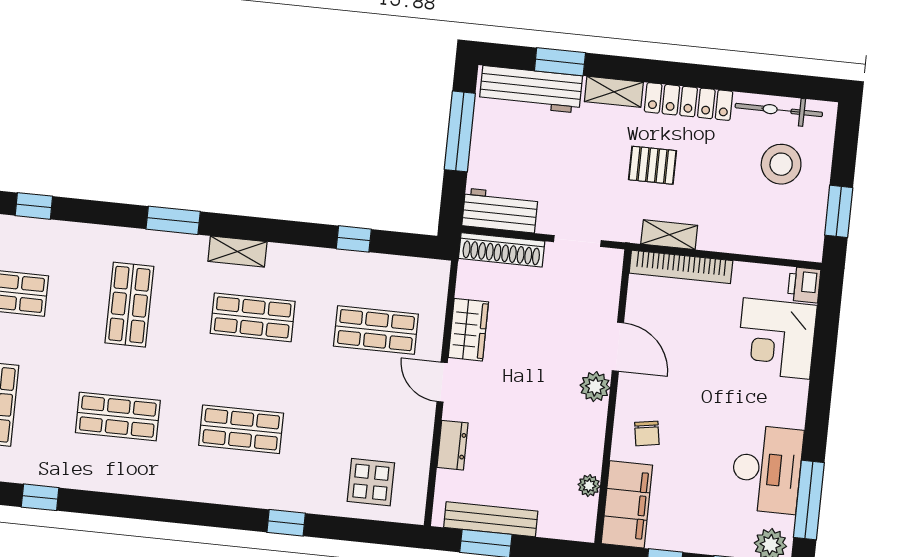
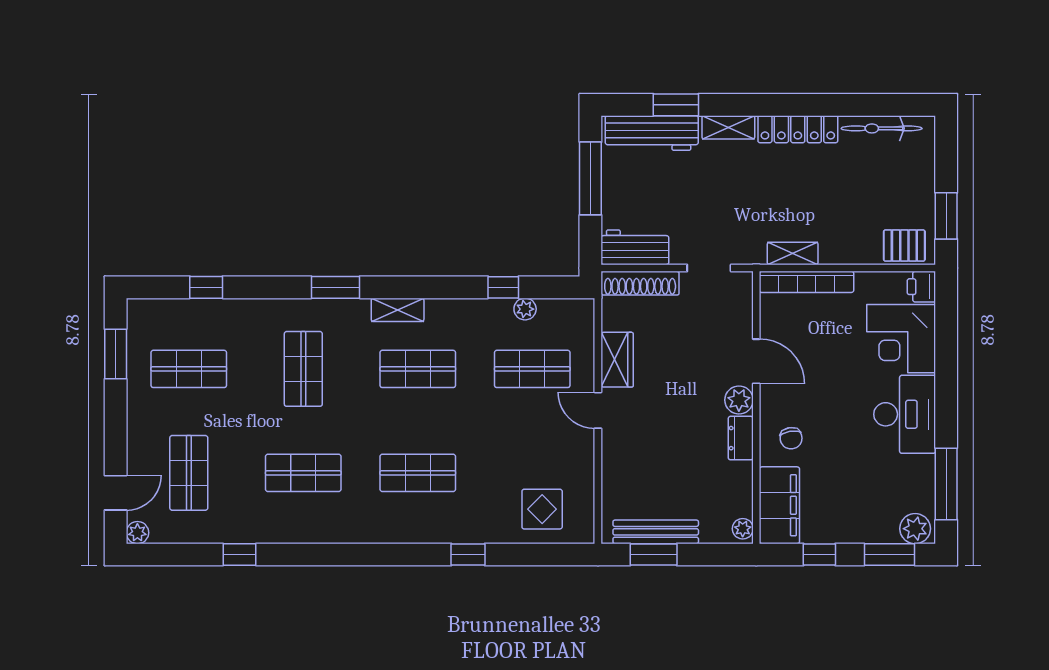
stool: (781, 164) -> (889, 178), removed
pallet: (653, 165) -> (904, 246), moved
plant: (375, 265) -> (525, 309), added
dresser: (452, 445) -> (741, 438), moved, turned 180
desk: (767, 469) -> (905, 414), moved
plant: (589, 486) -> (743, 529), moved

